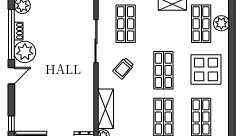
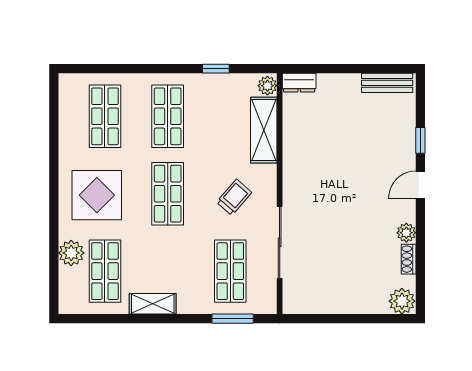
plant: (221, 23) -> (71, 253), moved
window: (11, 35) -> (420, 253), removed
plant: (25, 52) -> (406, 233), width x0.53, depth x0.53
window: (11, 124) -> (420, 140), moved

